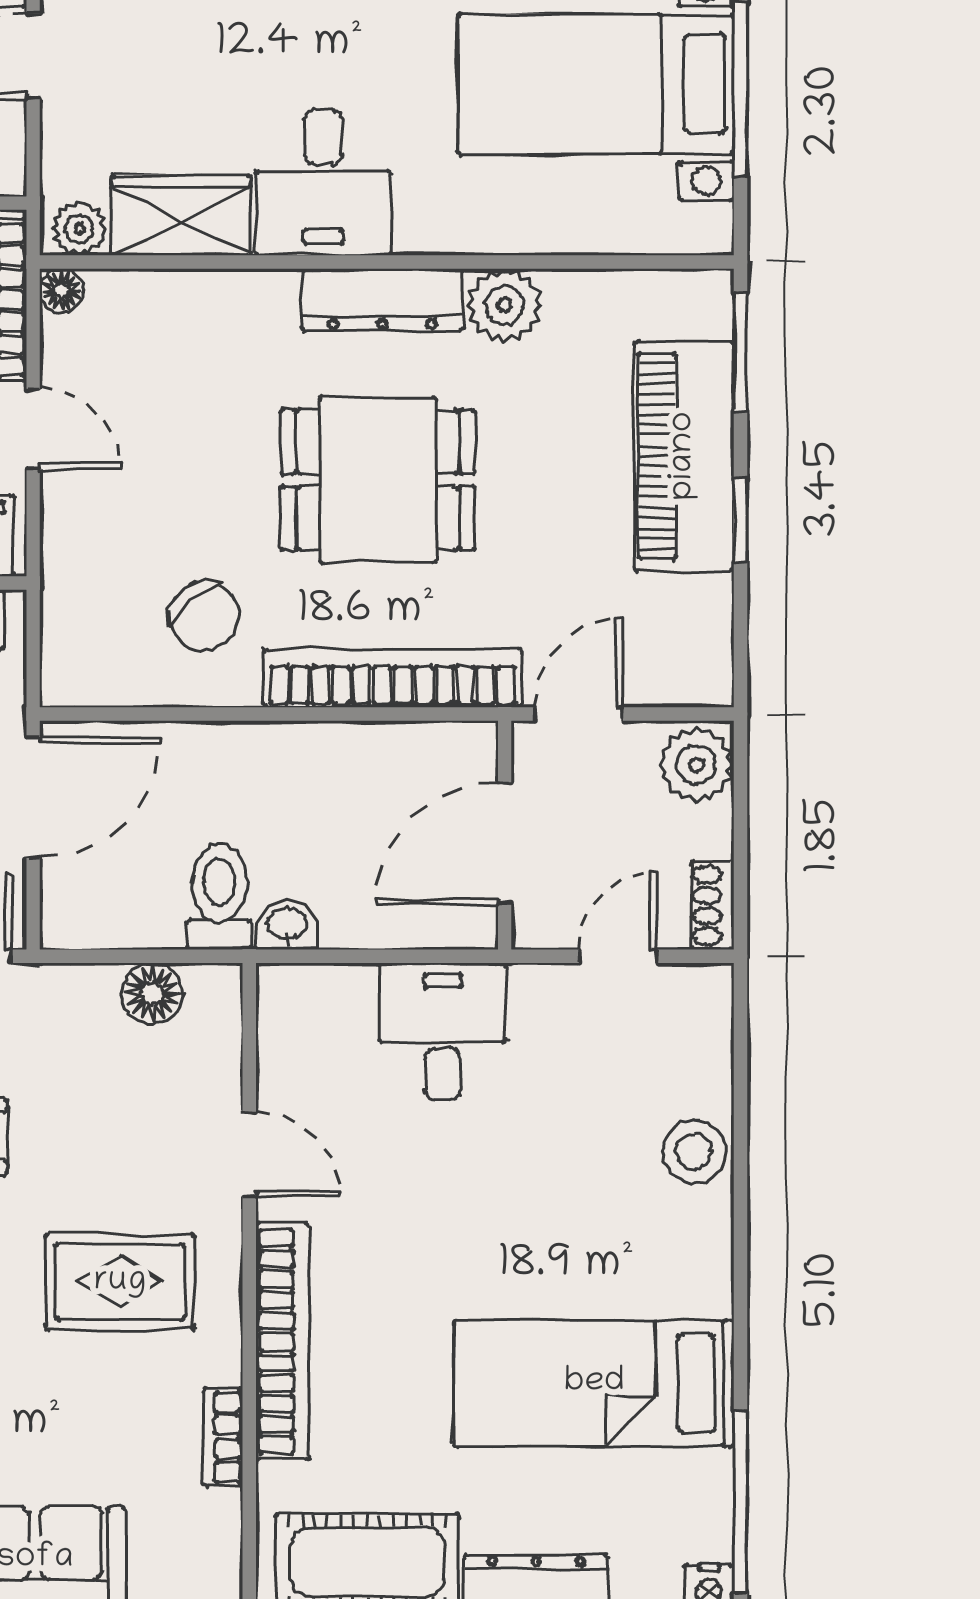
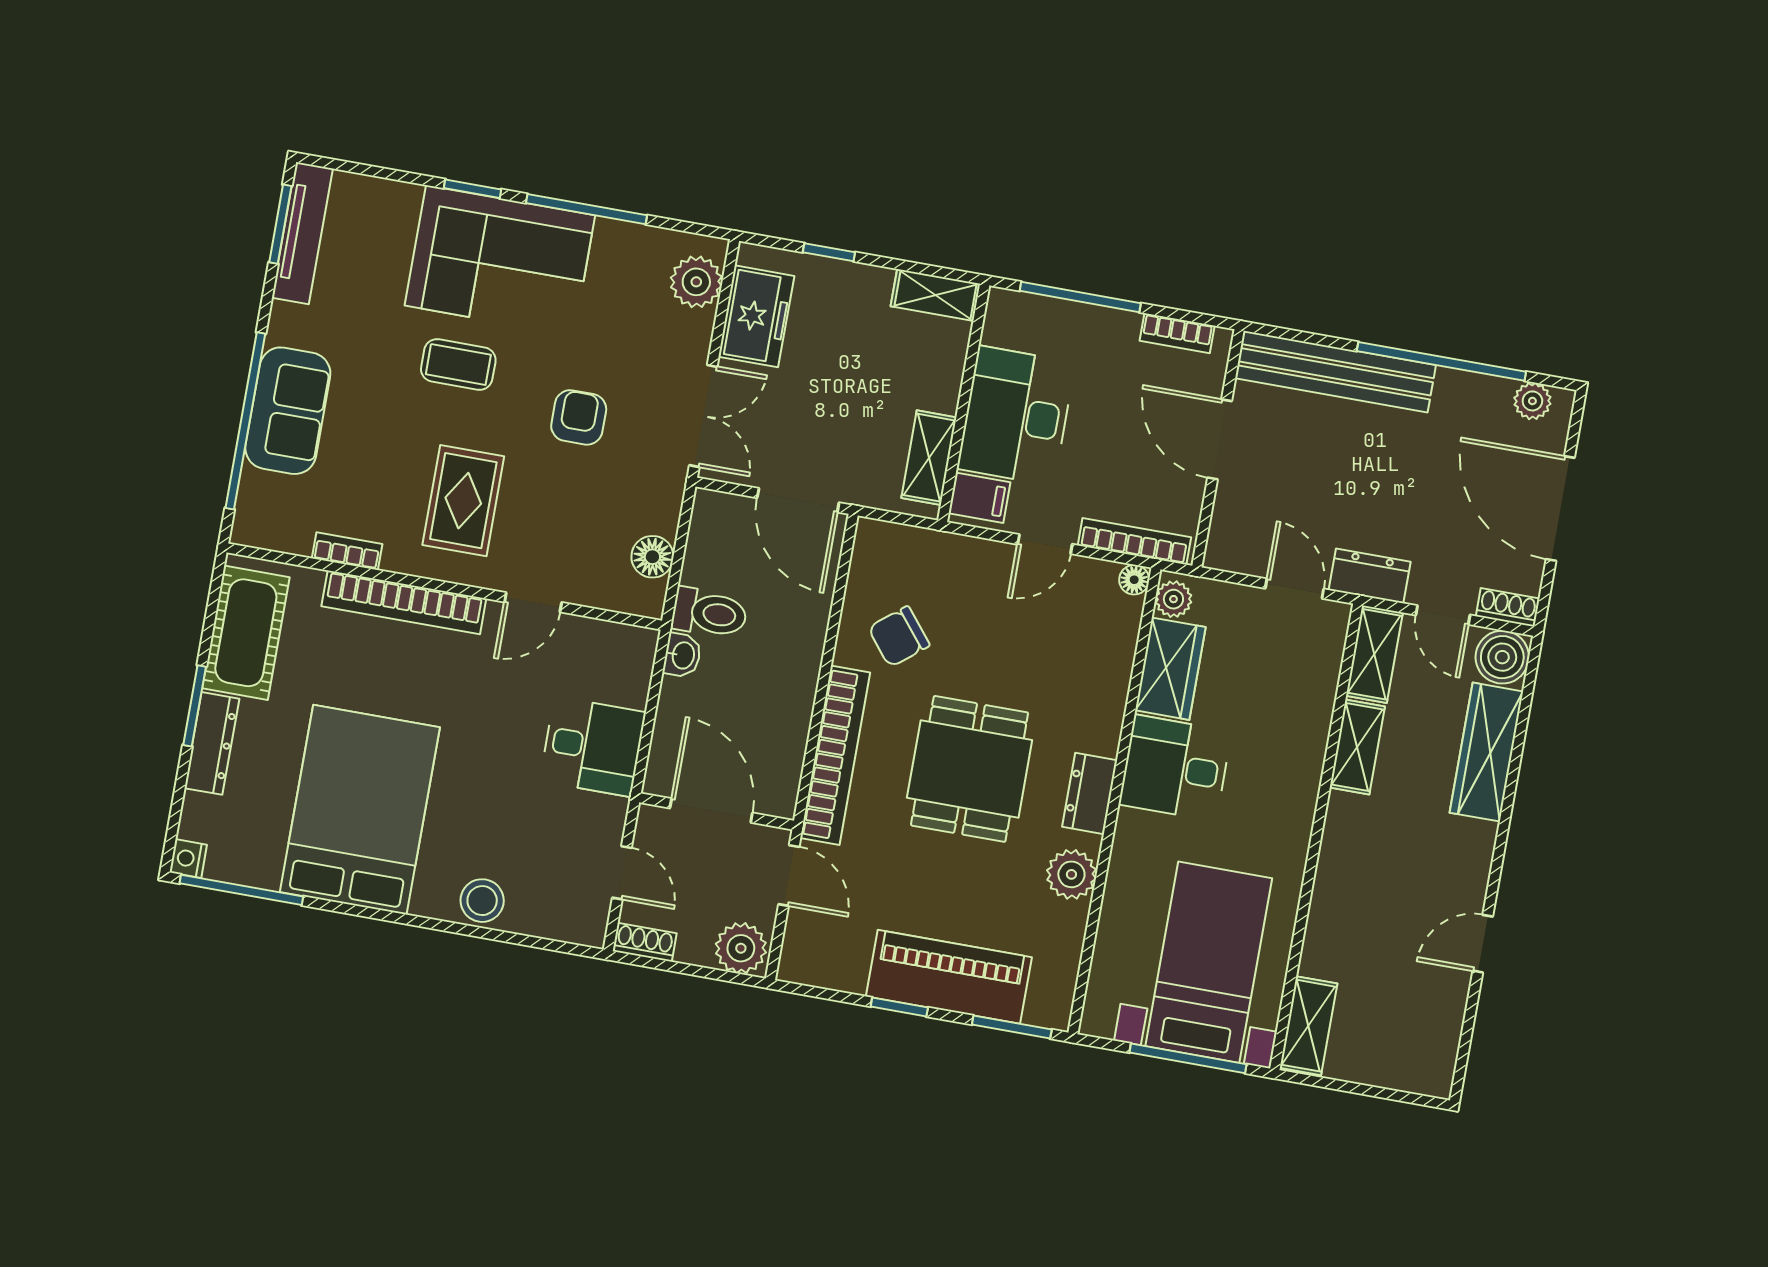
dresser: (382, 300) -> (1090, 794), width x0.70
bed: (594, 1383) -> (360, 810), width x1.50

